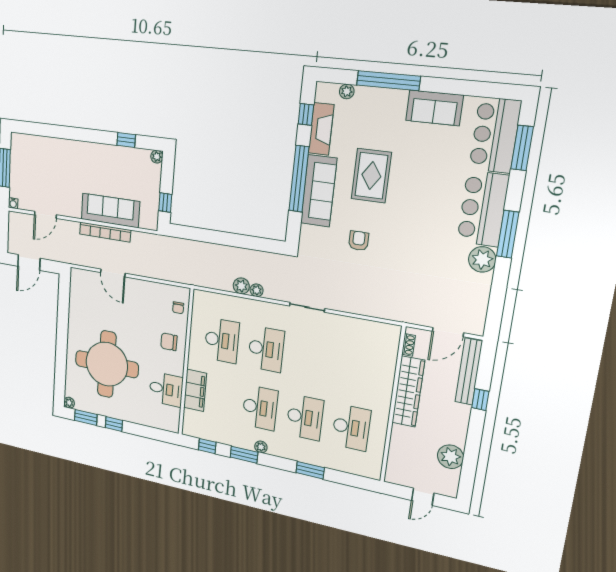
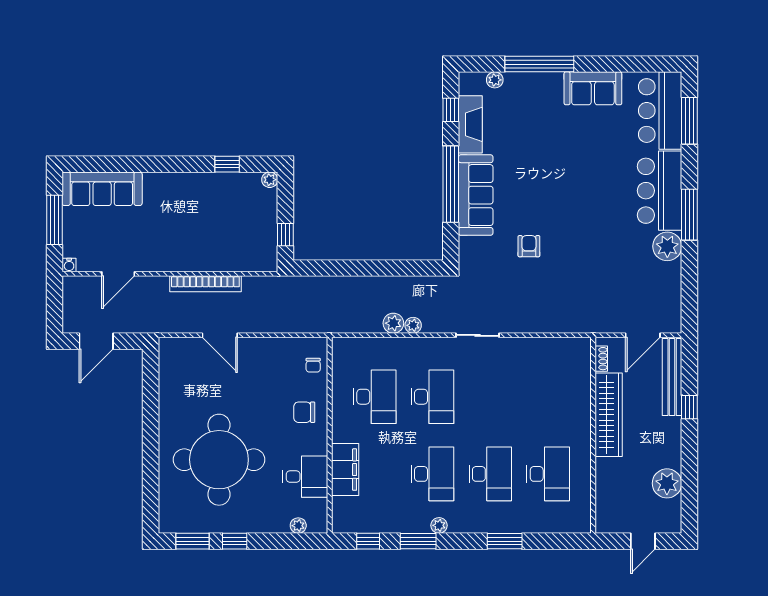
rug: (371, 176) -> (534, 170), removed
sofa: (110, 210) -> (102, 189), moved, turned 180
plant: (69, 403) -> (298, 526), moved

